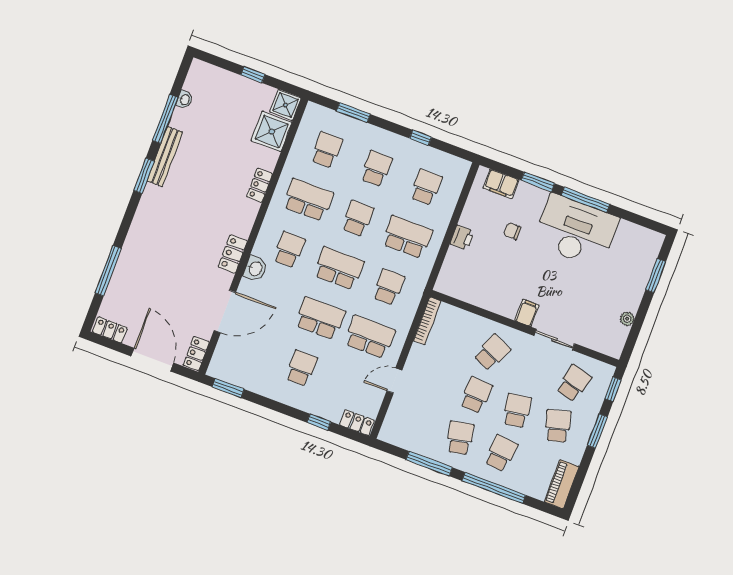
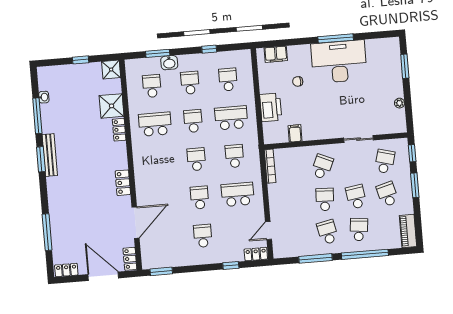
shower: (272, 132) -> (112, 106), moved
bench: (165, 157) -> (50, 155), moved
window: (538, 182) -> (299, 42), removed
printer: (462, 238) -> (271, 107), width x1.87, depth x1.48
school desk: (289, 250) -> (158, 163), removed
school desk: (339, 268) -> (196, 159), width x0.54
washbasin: (255, 269) -> (169, 63), moved, turned 90
filing cabinet: (527, 313) -> (295, 133), moved
school desk: (320, 318) -> (200, 198), width x0.54
door: (394, 381) -> (268, 231), moved

